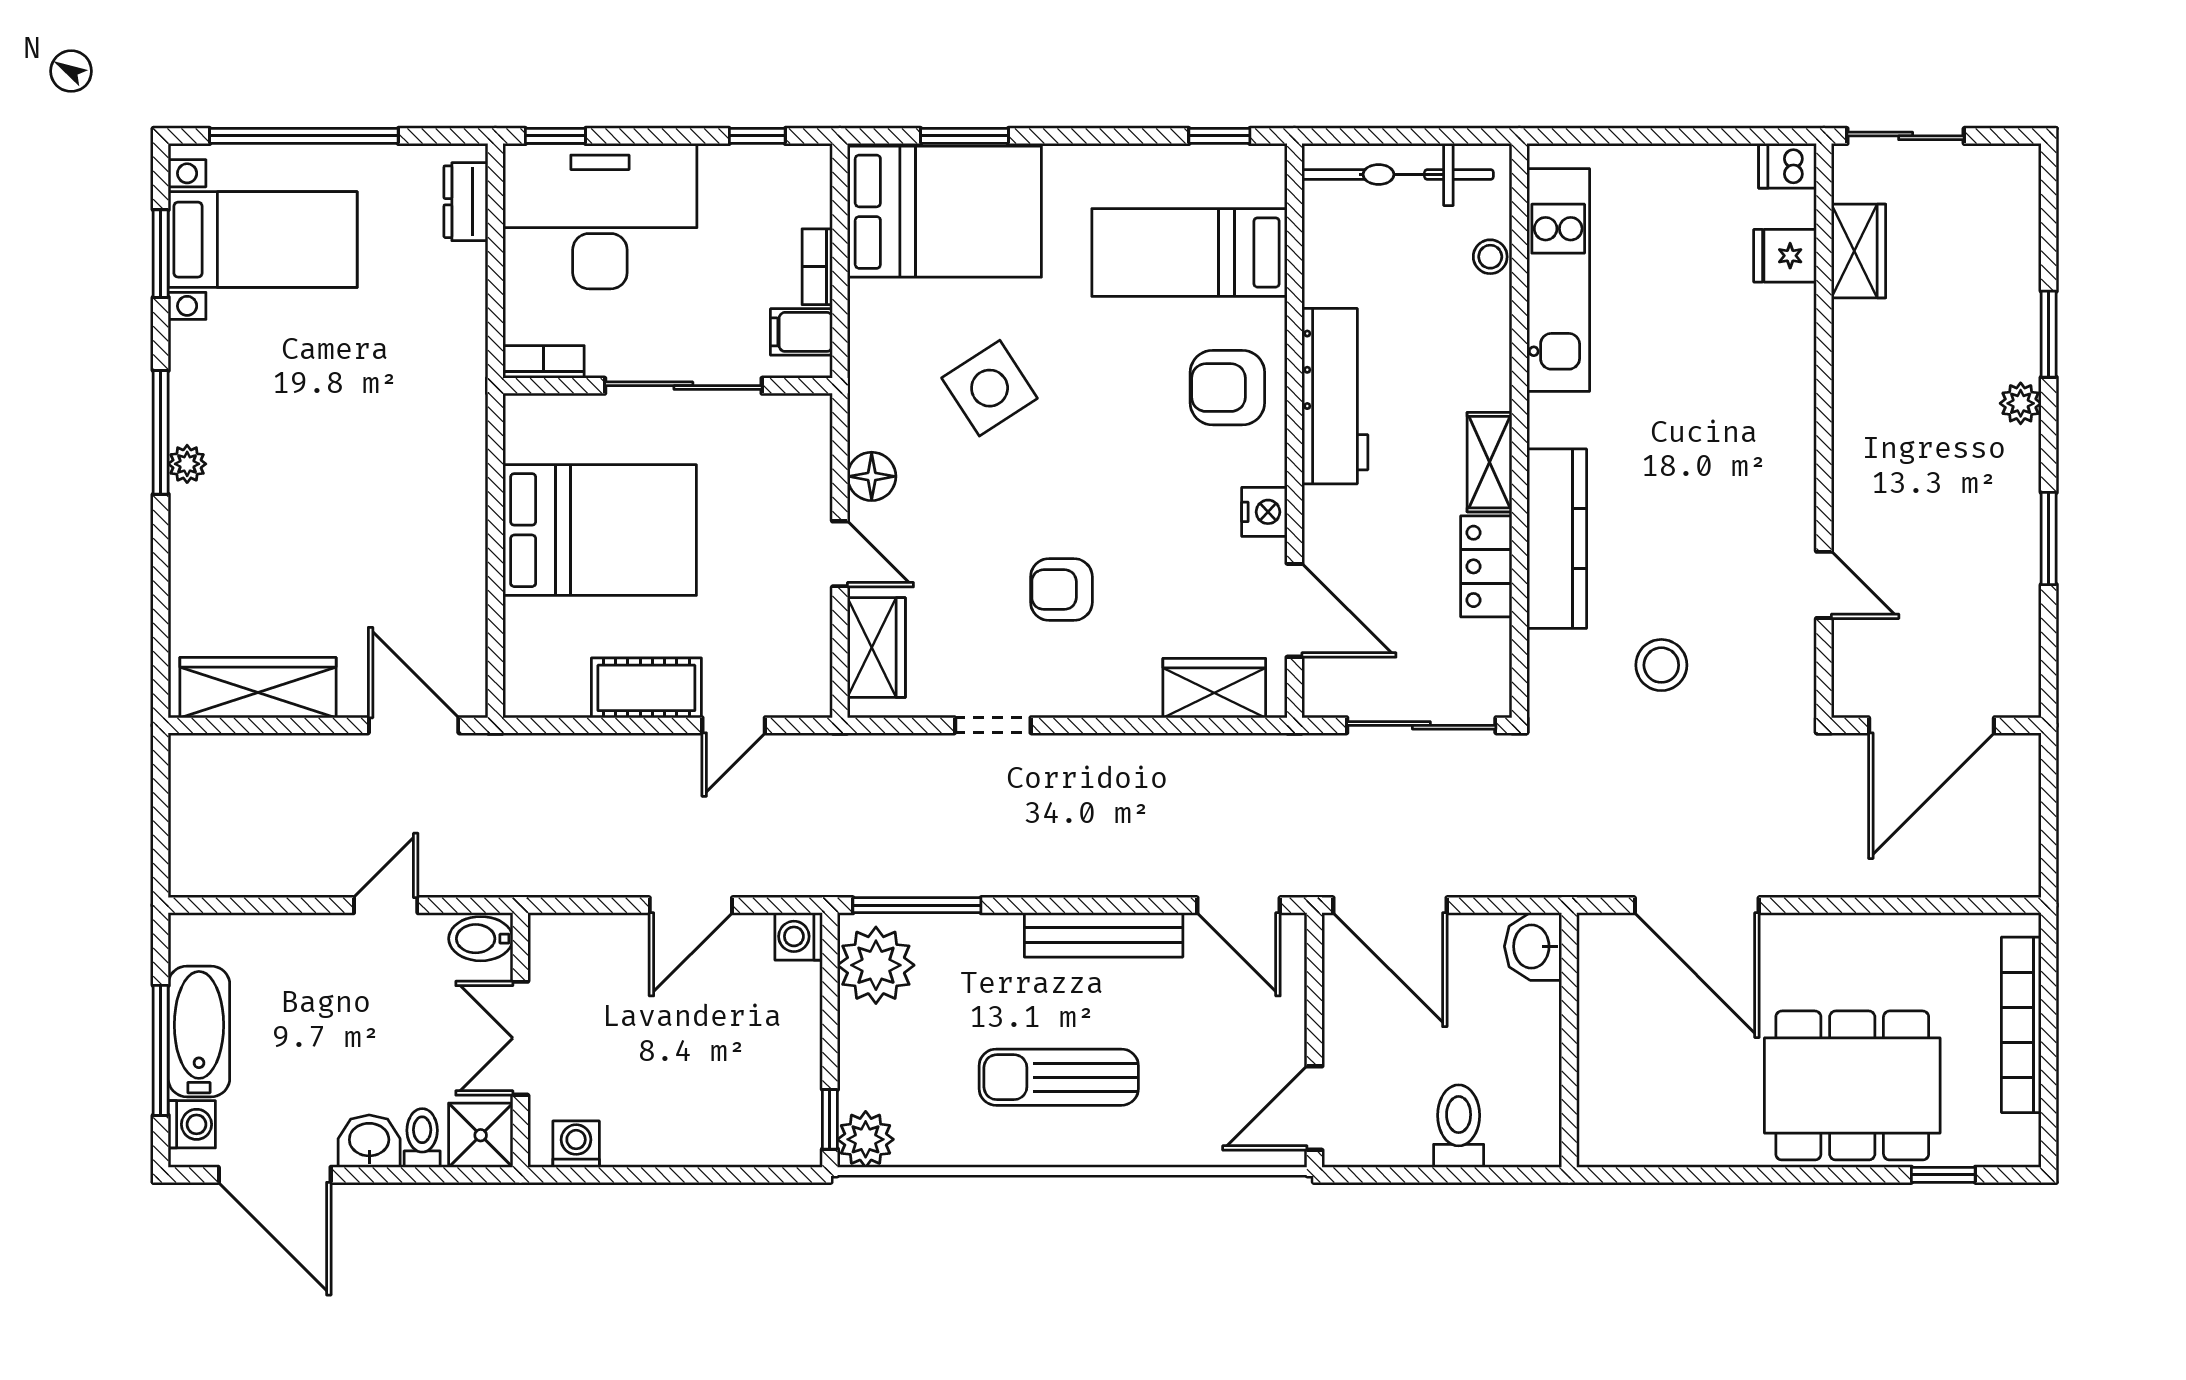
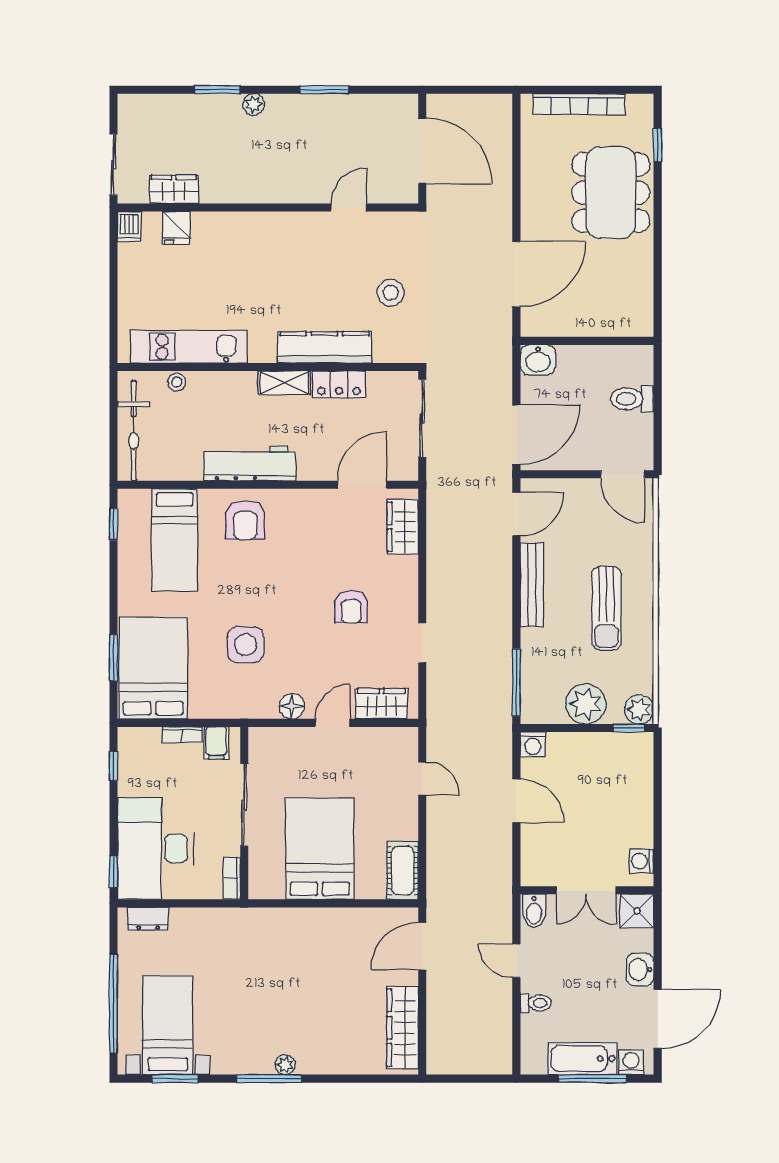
side table: (990, 388) -> (246, 644), turned 33
nightstand: (1264, 512) -> (310, 501), removed
cot: (646, 688) -> (403, 871), moved
plant: (876, 965) -> (586, 704), moved
toilet: (422, 1138) -> (536, 1003), moved, turned 180

